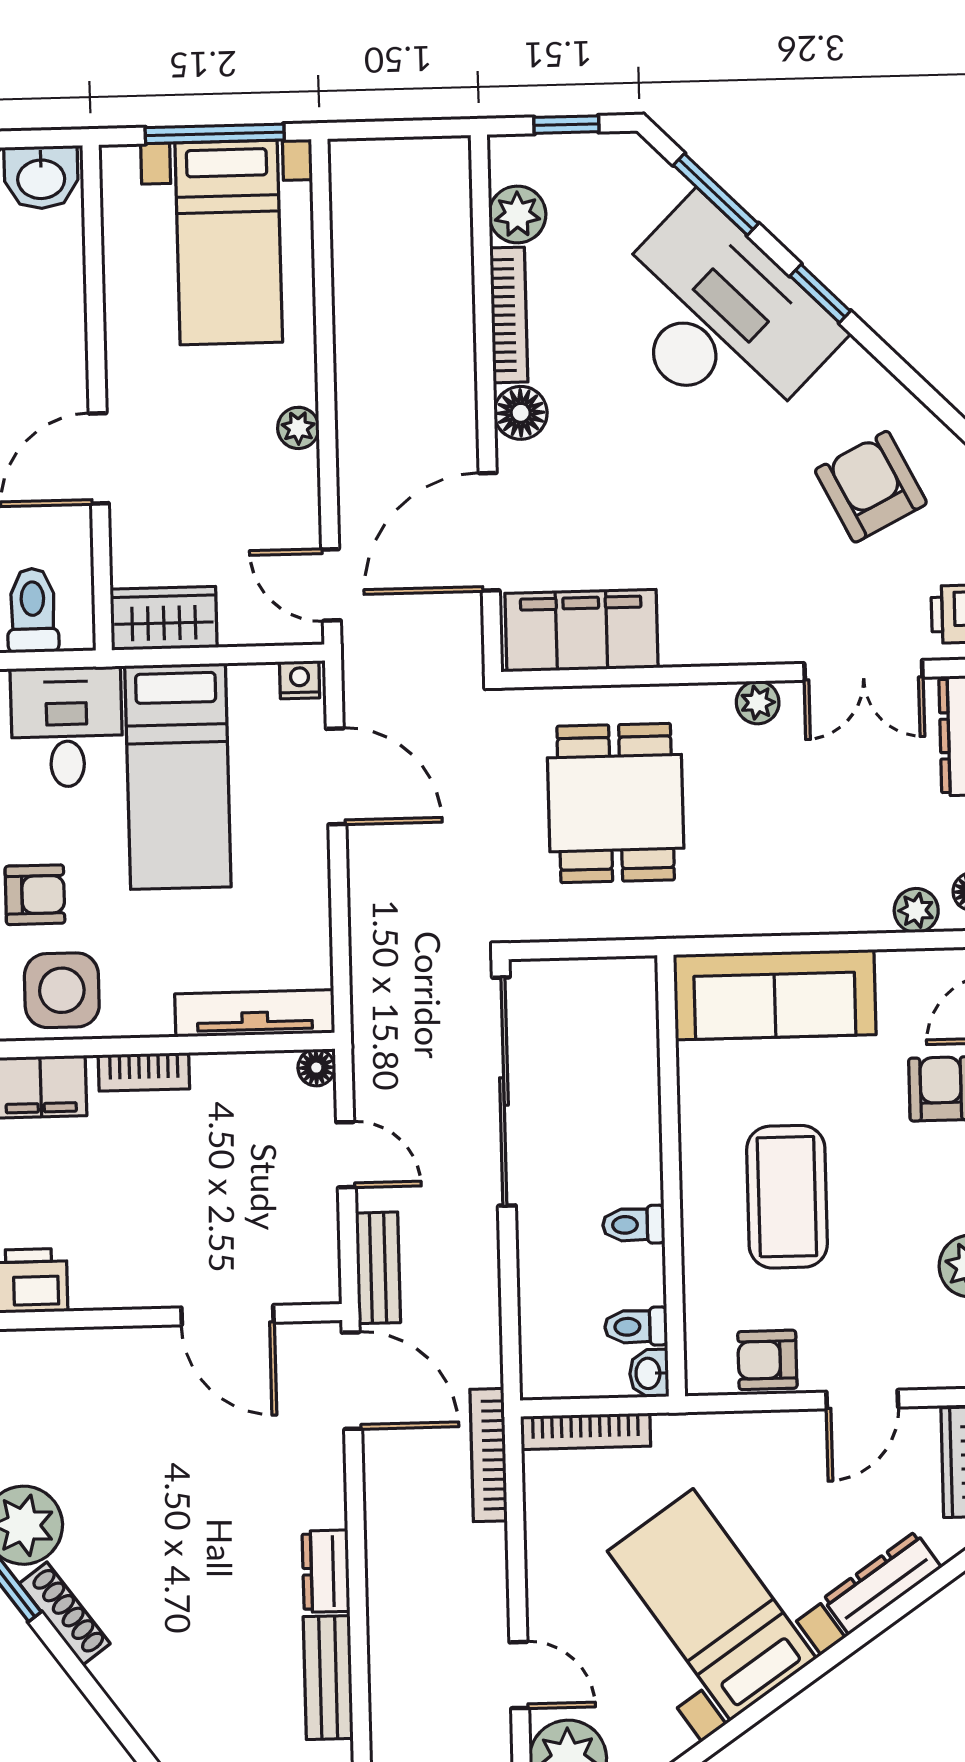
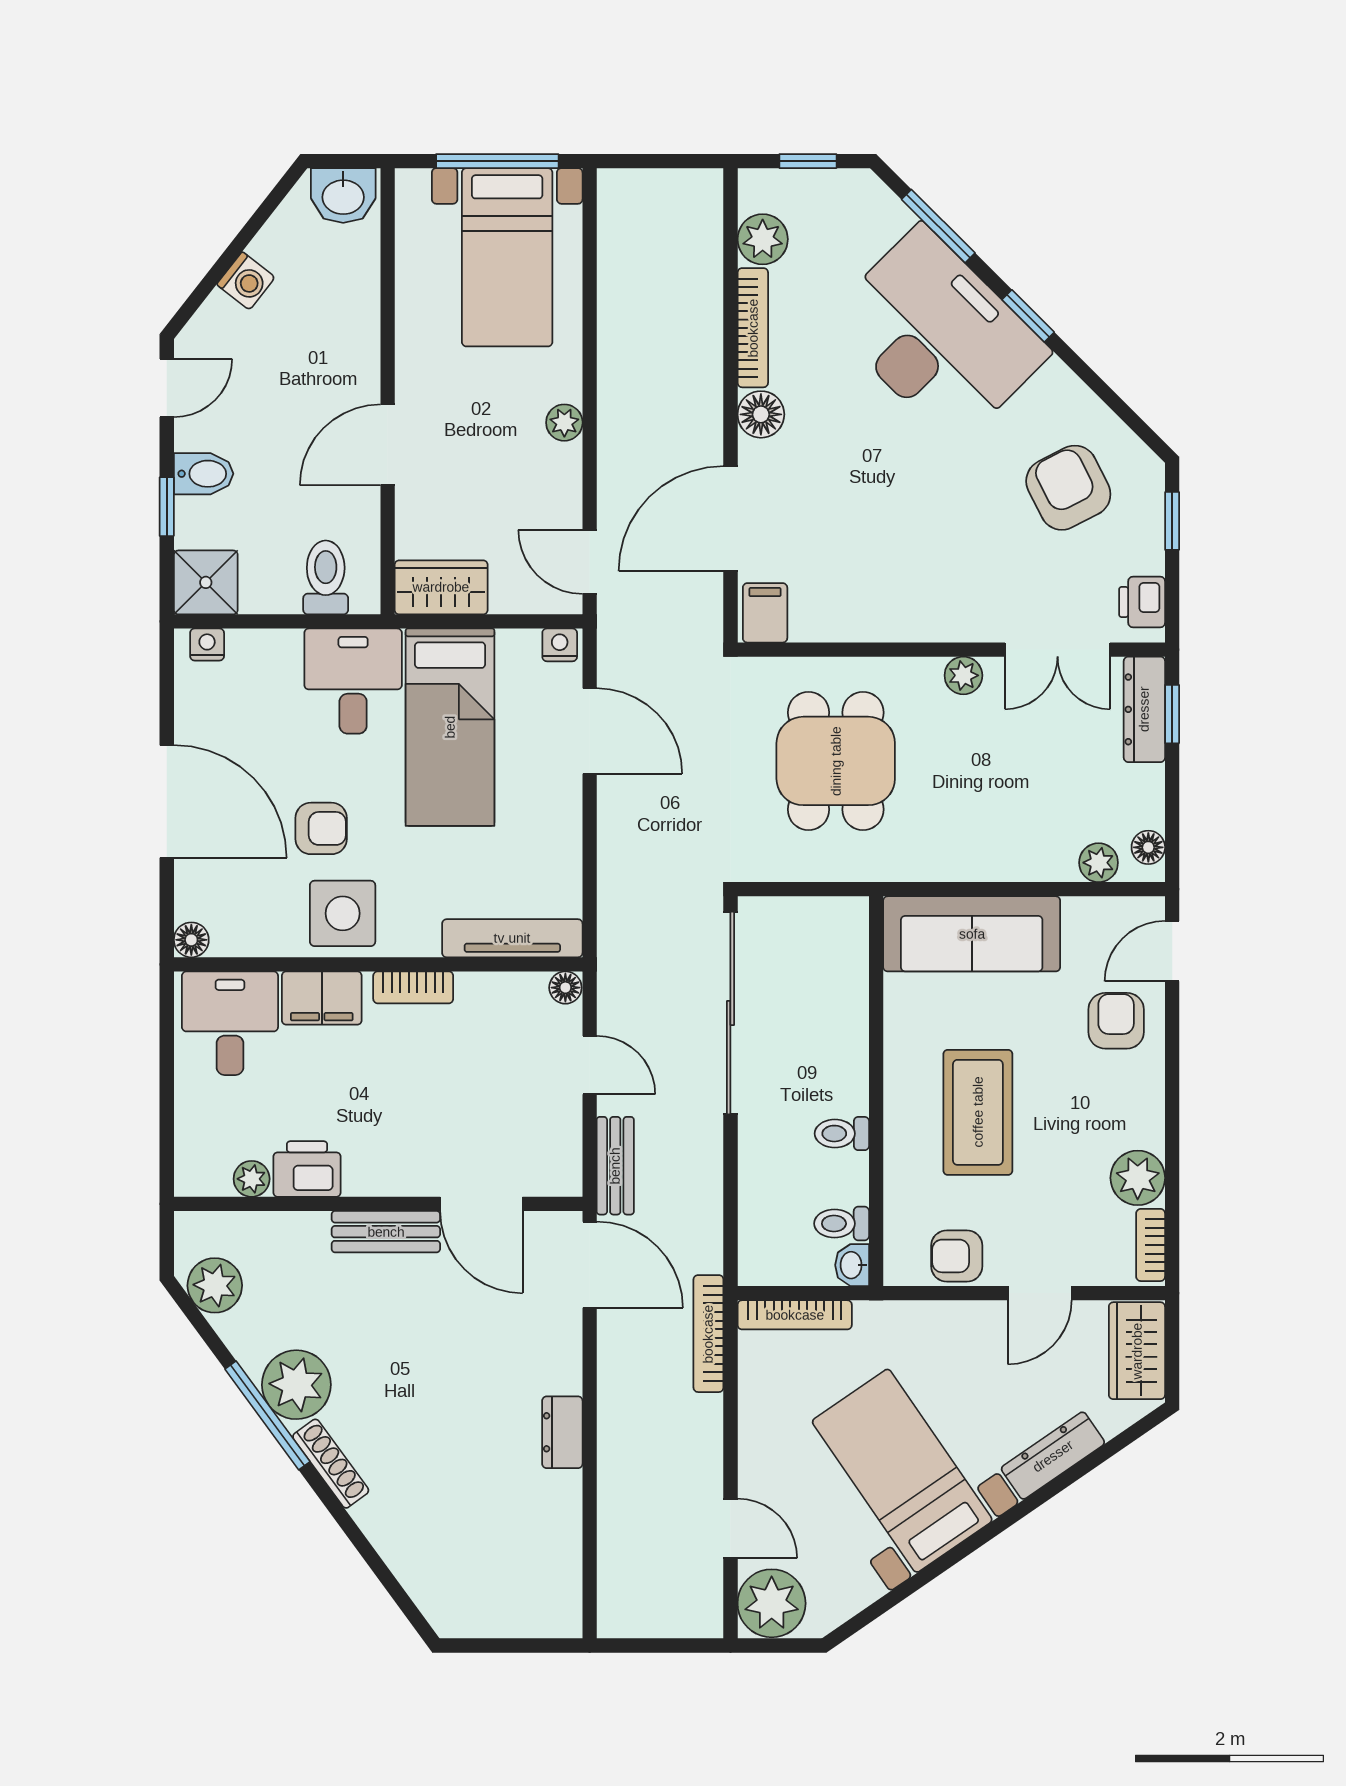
filing cabinet: (581, 631) -> (765, 613), width x0.33, depth x0.86
bench: (328, 1678) -> (386, 1232), moved, turned 90

